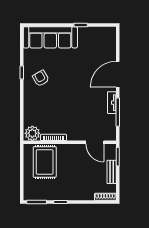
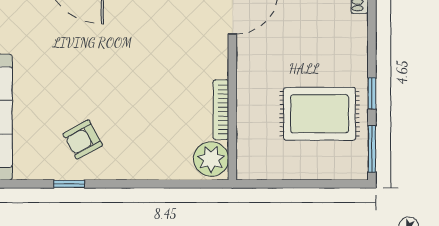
rug: (45, 162) -> (320, 114), moved

